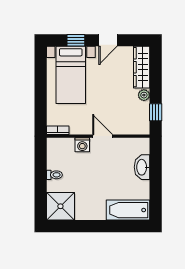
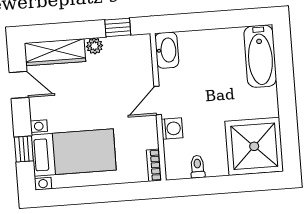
door: (108, 40) -> (19, 85), moved
washbasin: (142, 167) -> (167, 50), moved, turned -90
toilet: (54, 175) -> (198, 167), moved
shower: (60, 206) -> (254, 146), width x1.37, depth x1.37

